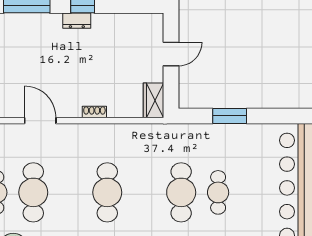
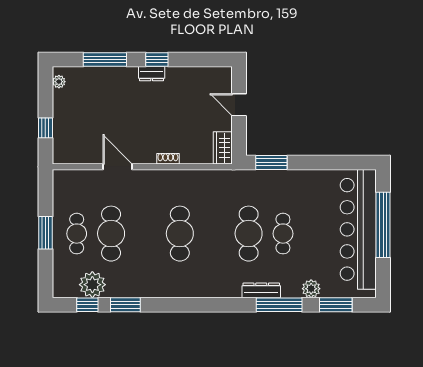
door: (171, 54) -> (239, 105), swing flipped
window: (230, 116) -> (271, 162), moved

